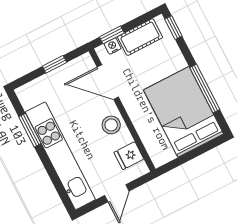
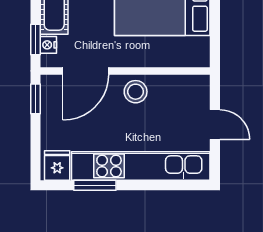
window: (55, 64) -> (36, 99), moved
fridge: (129, 156) -> (57, 165), moved, turned 180

